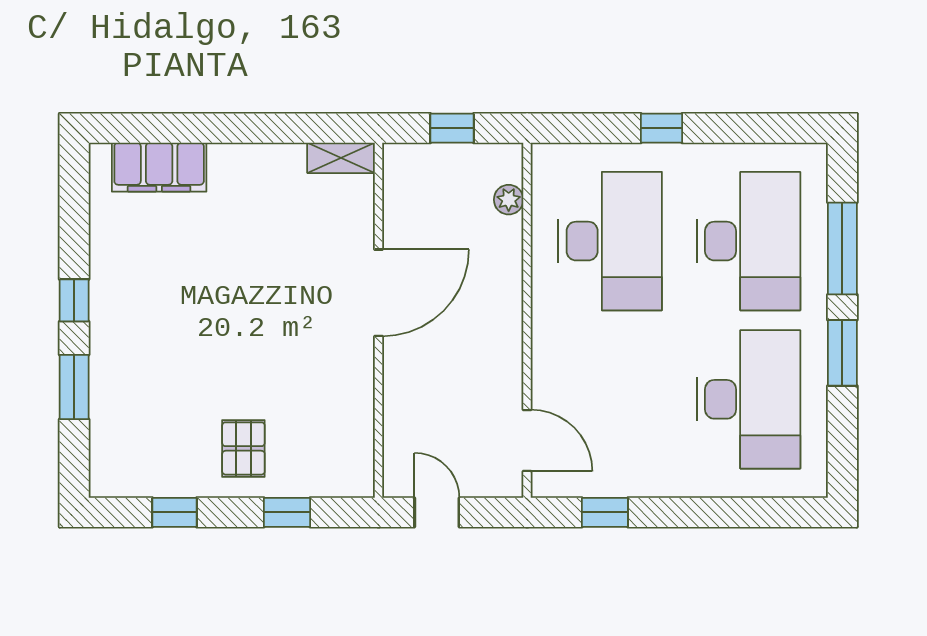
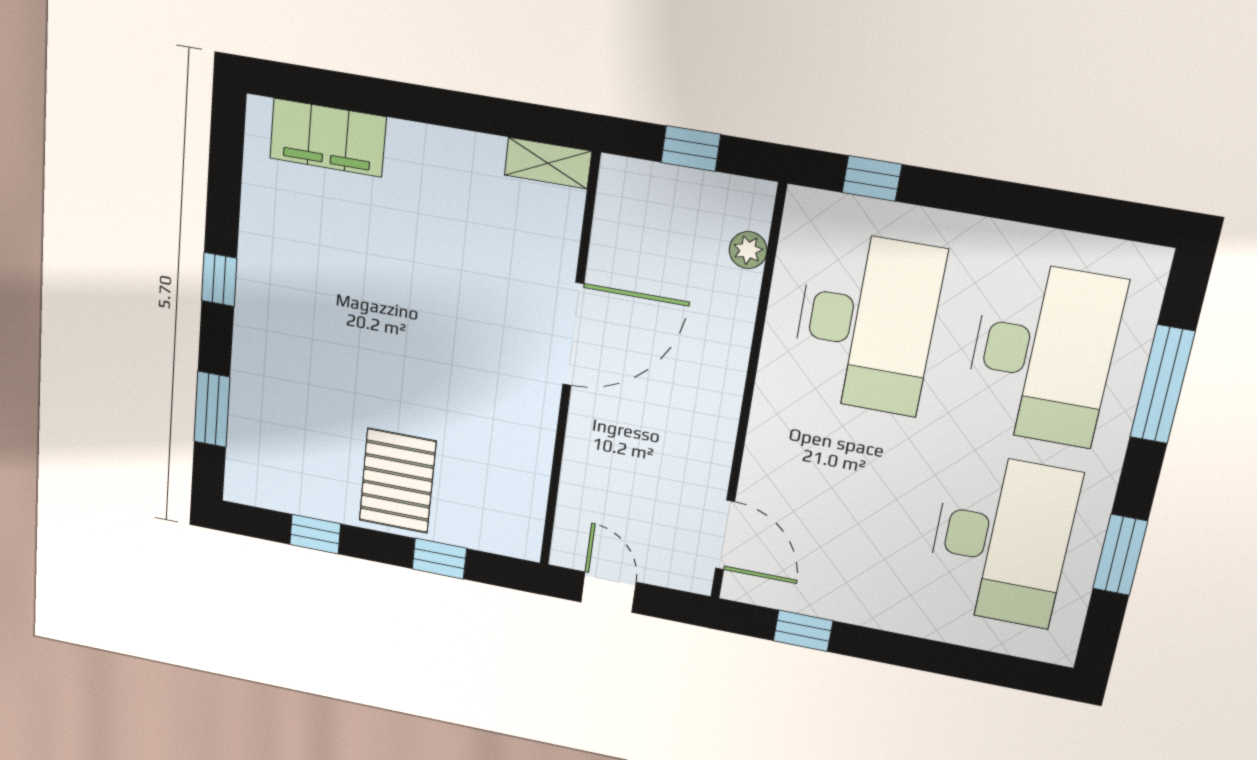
window: (662, 128) -> (872, 178), moved
window: (842, 353) -> (1120, 555), moved
window: (74, 387) -> (212, 409), moved
pallet: (243, 448) -> (397, 481), width x1.50, depth x1.42

